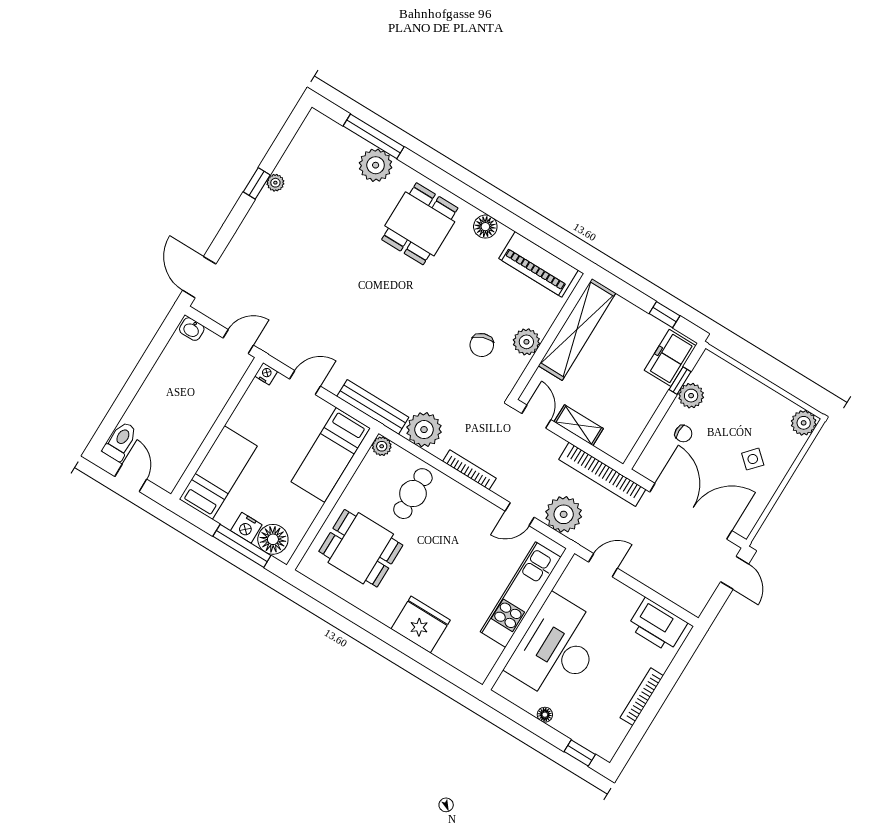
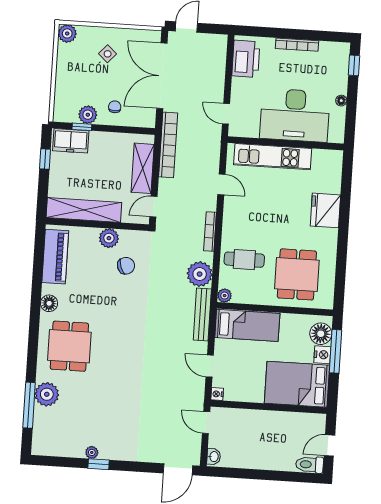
dining table: (420, 224) -> (69, 346), turned 90
shelving: (579, 425) -> (143, 168), width x1.50, depth x1.33
bed: (218, 473) -> (297, 384), width x1.50
plant: (564, 514) -> (207, 156), removed

